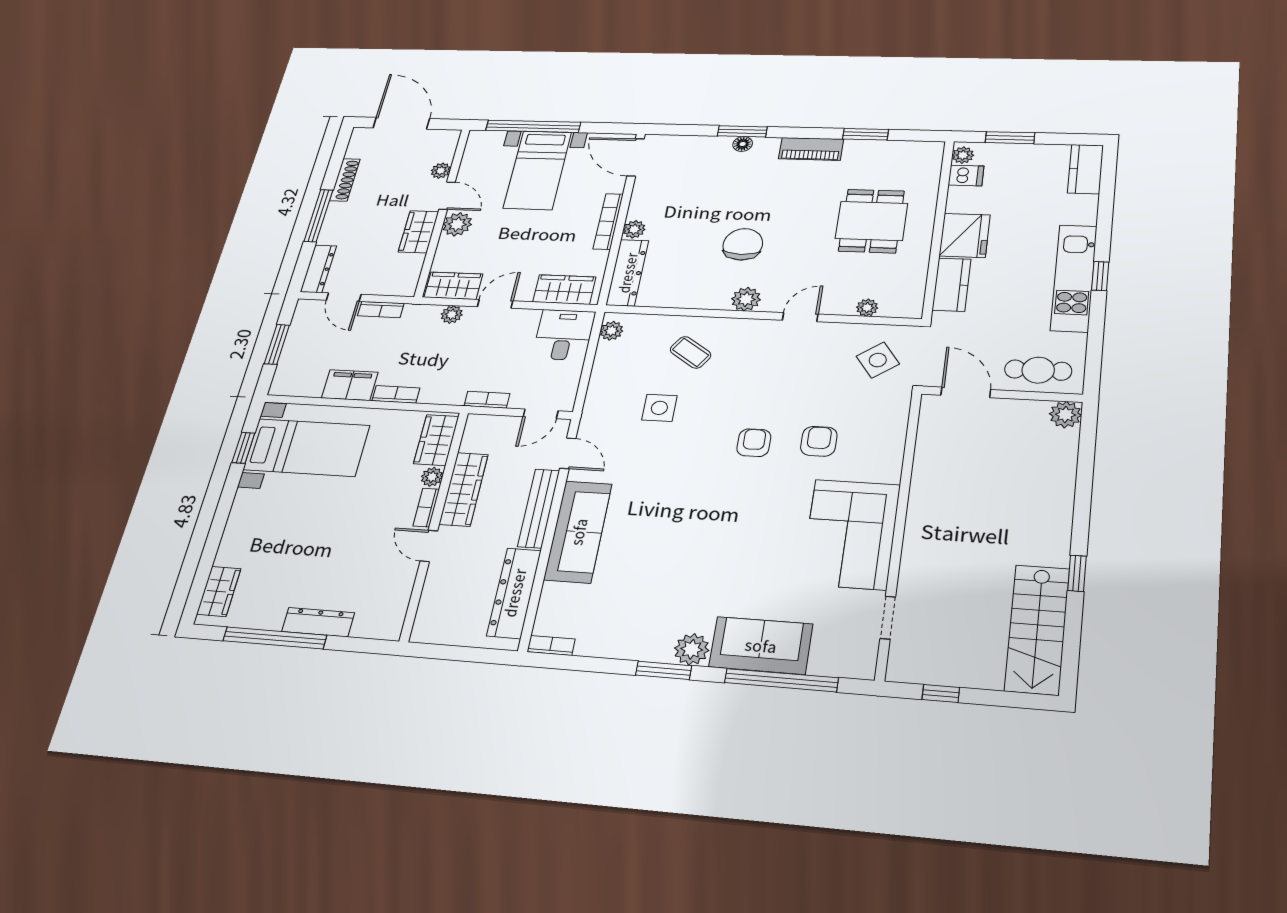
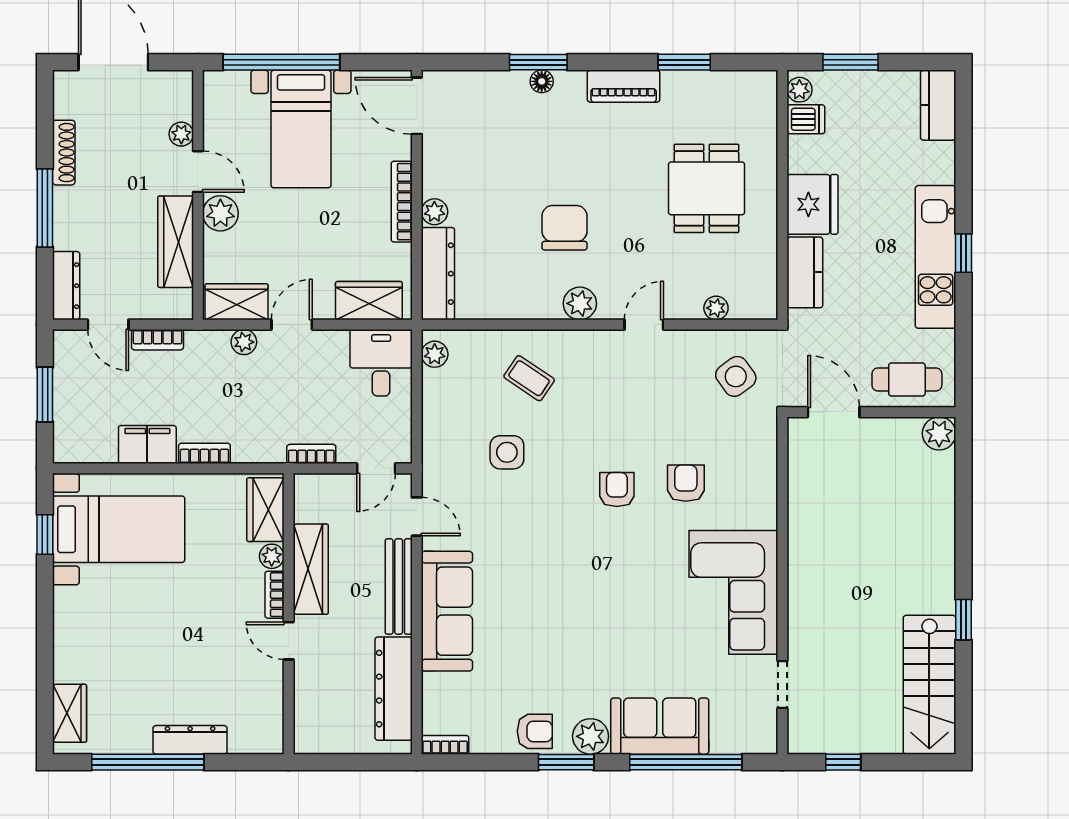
wardrobe: (418, 232) -> (176, 242), width x1.50
armchair: (639, 641) -> (535, 731), added

